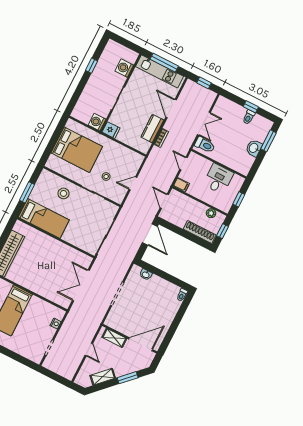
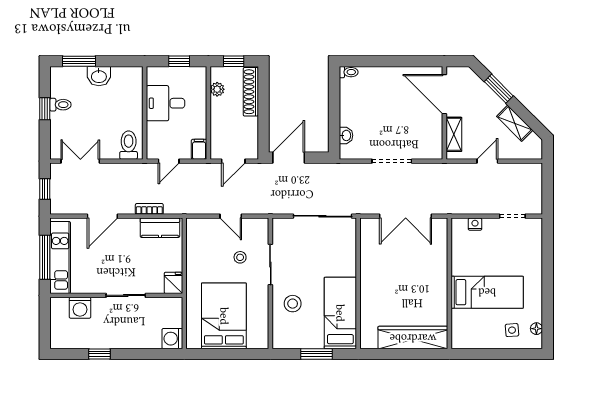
washing machine: (97, 122) -> (172, 339), moved, turned 90
double door: (204, 124) -> (80, 161), moved
kitchen counter: (152, 128) -> (160, 228), moved

